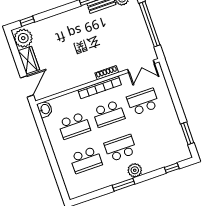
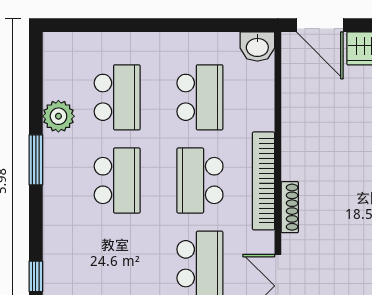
school desk: (74, 126) -> (200, 97), turned 180
school desk: (86, 160) -> (117, 97), turned 180
plant: (135, 170) -> (58, 116), moved

